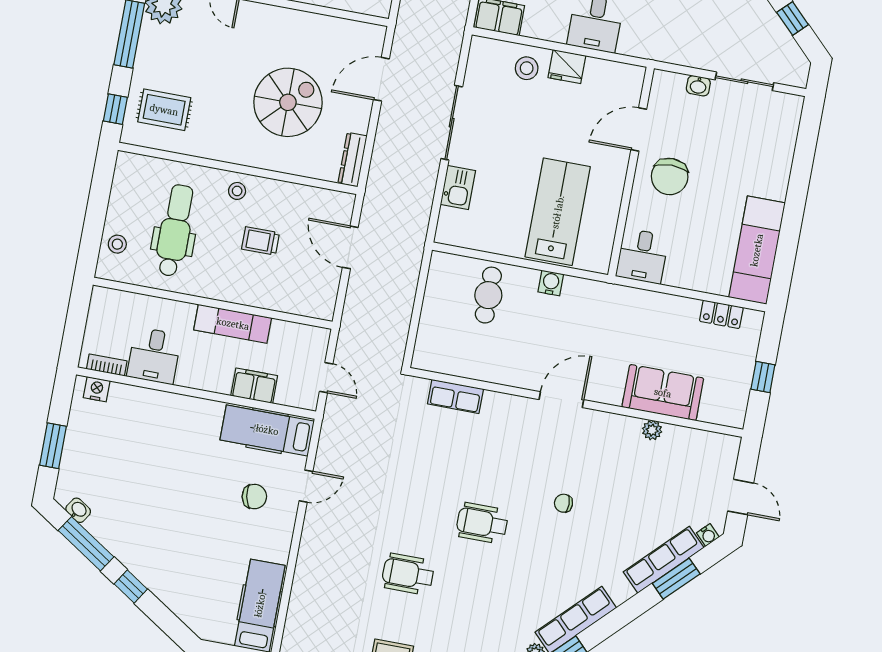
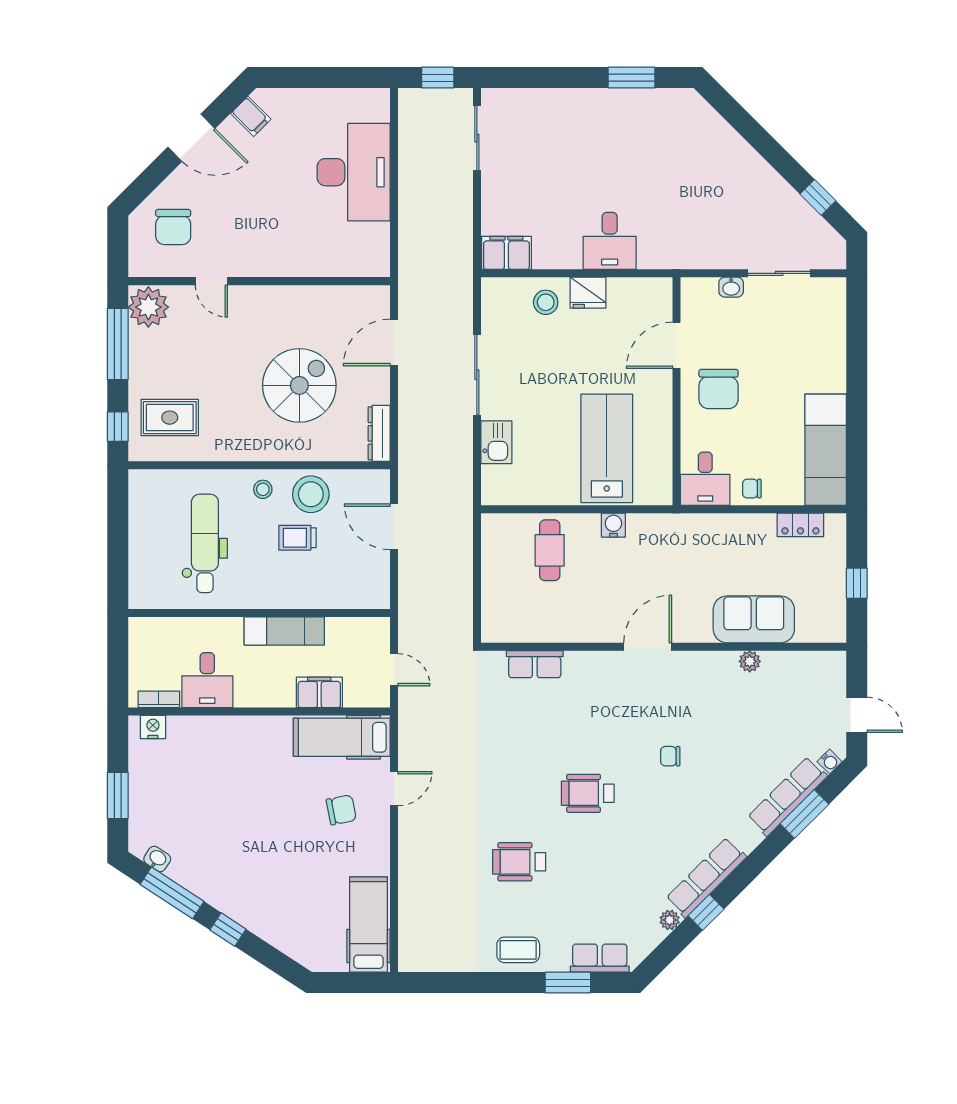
stool: (117, 244) -> (311, 494), moved, width x1.89, depth x1.89
chair: (683, 273) -> (752, 489), added

